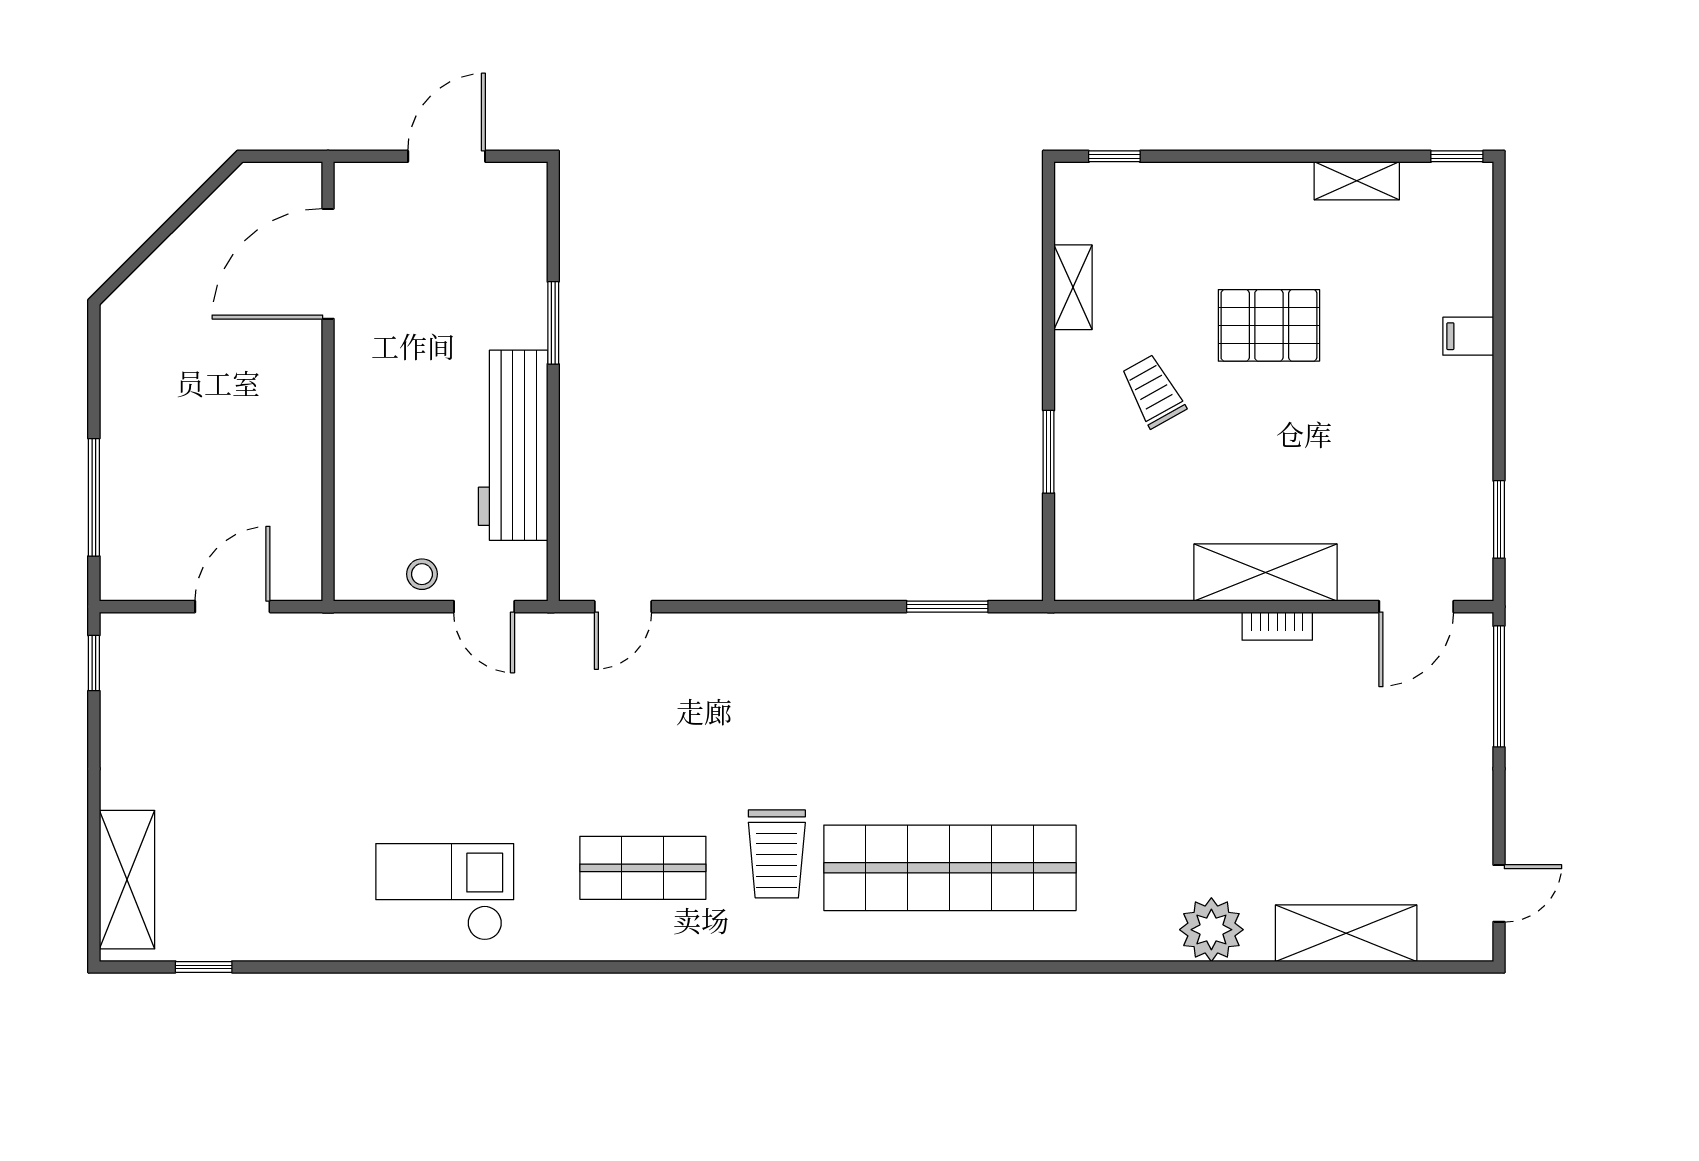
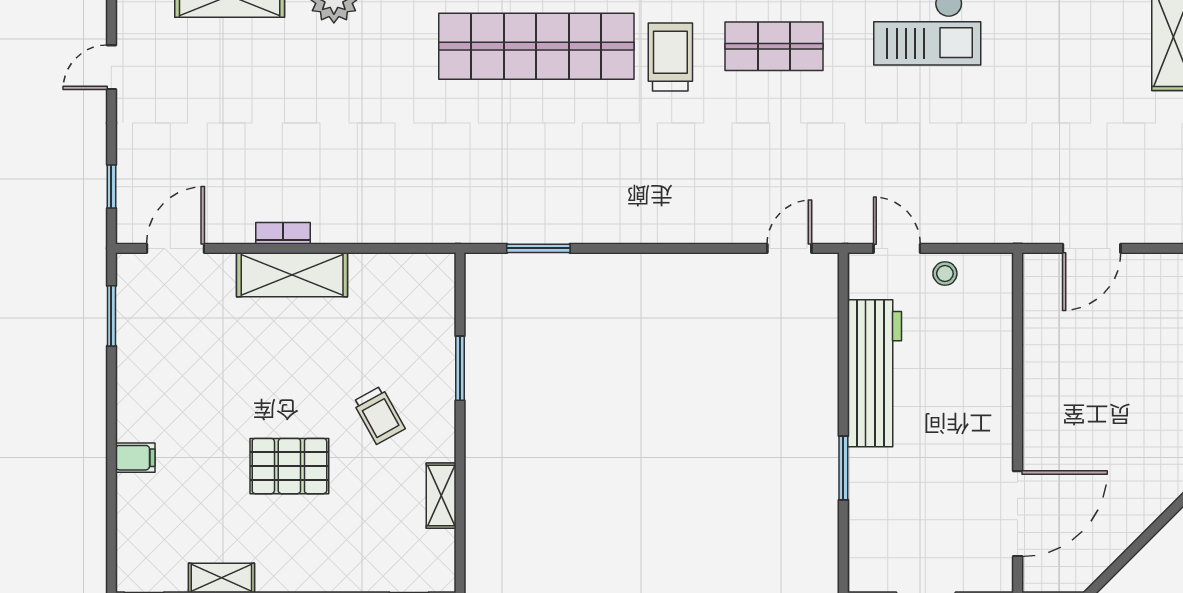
window: (1499, 686) -> (111, 187), width x0.46
door: (1499, 893) -> (111, 67), moved

